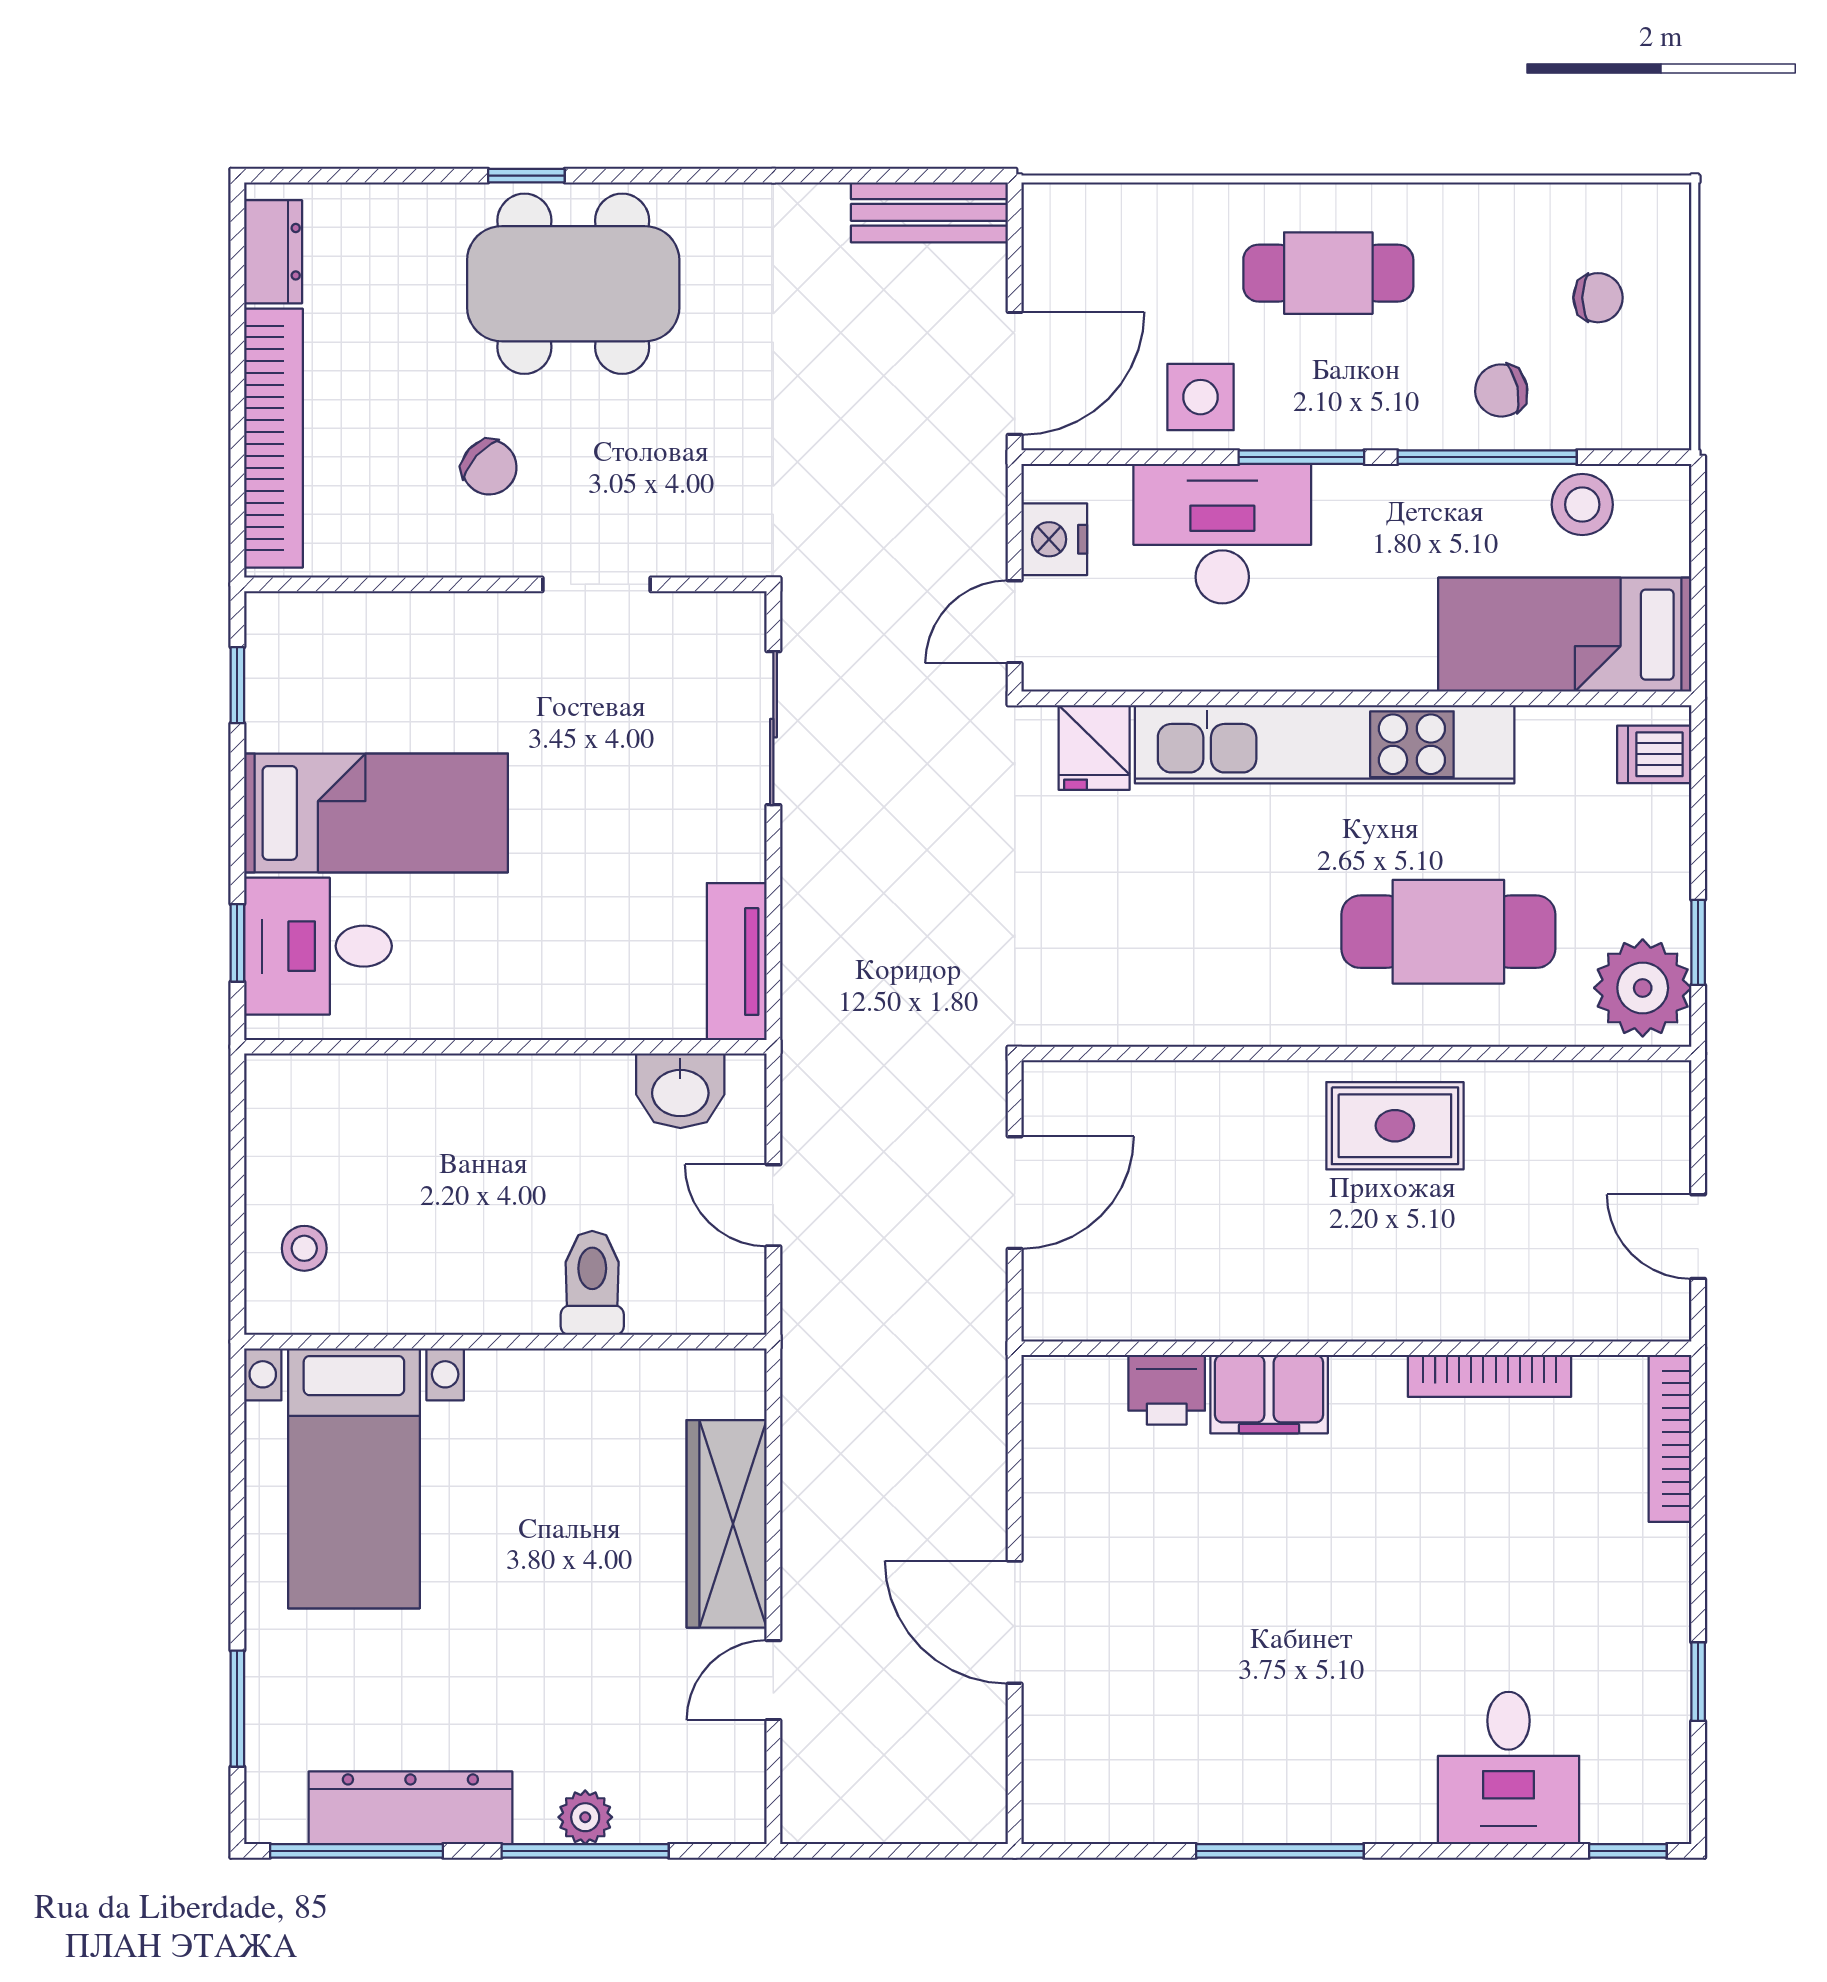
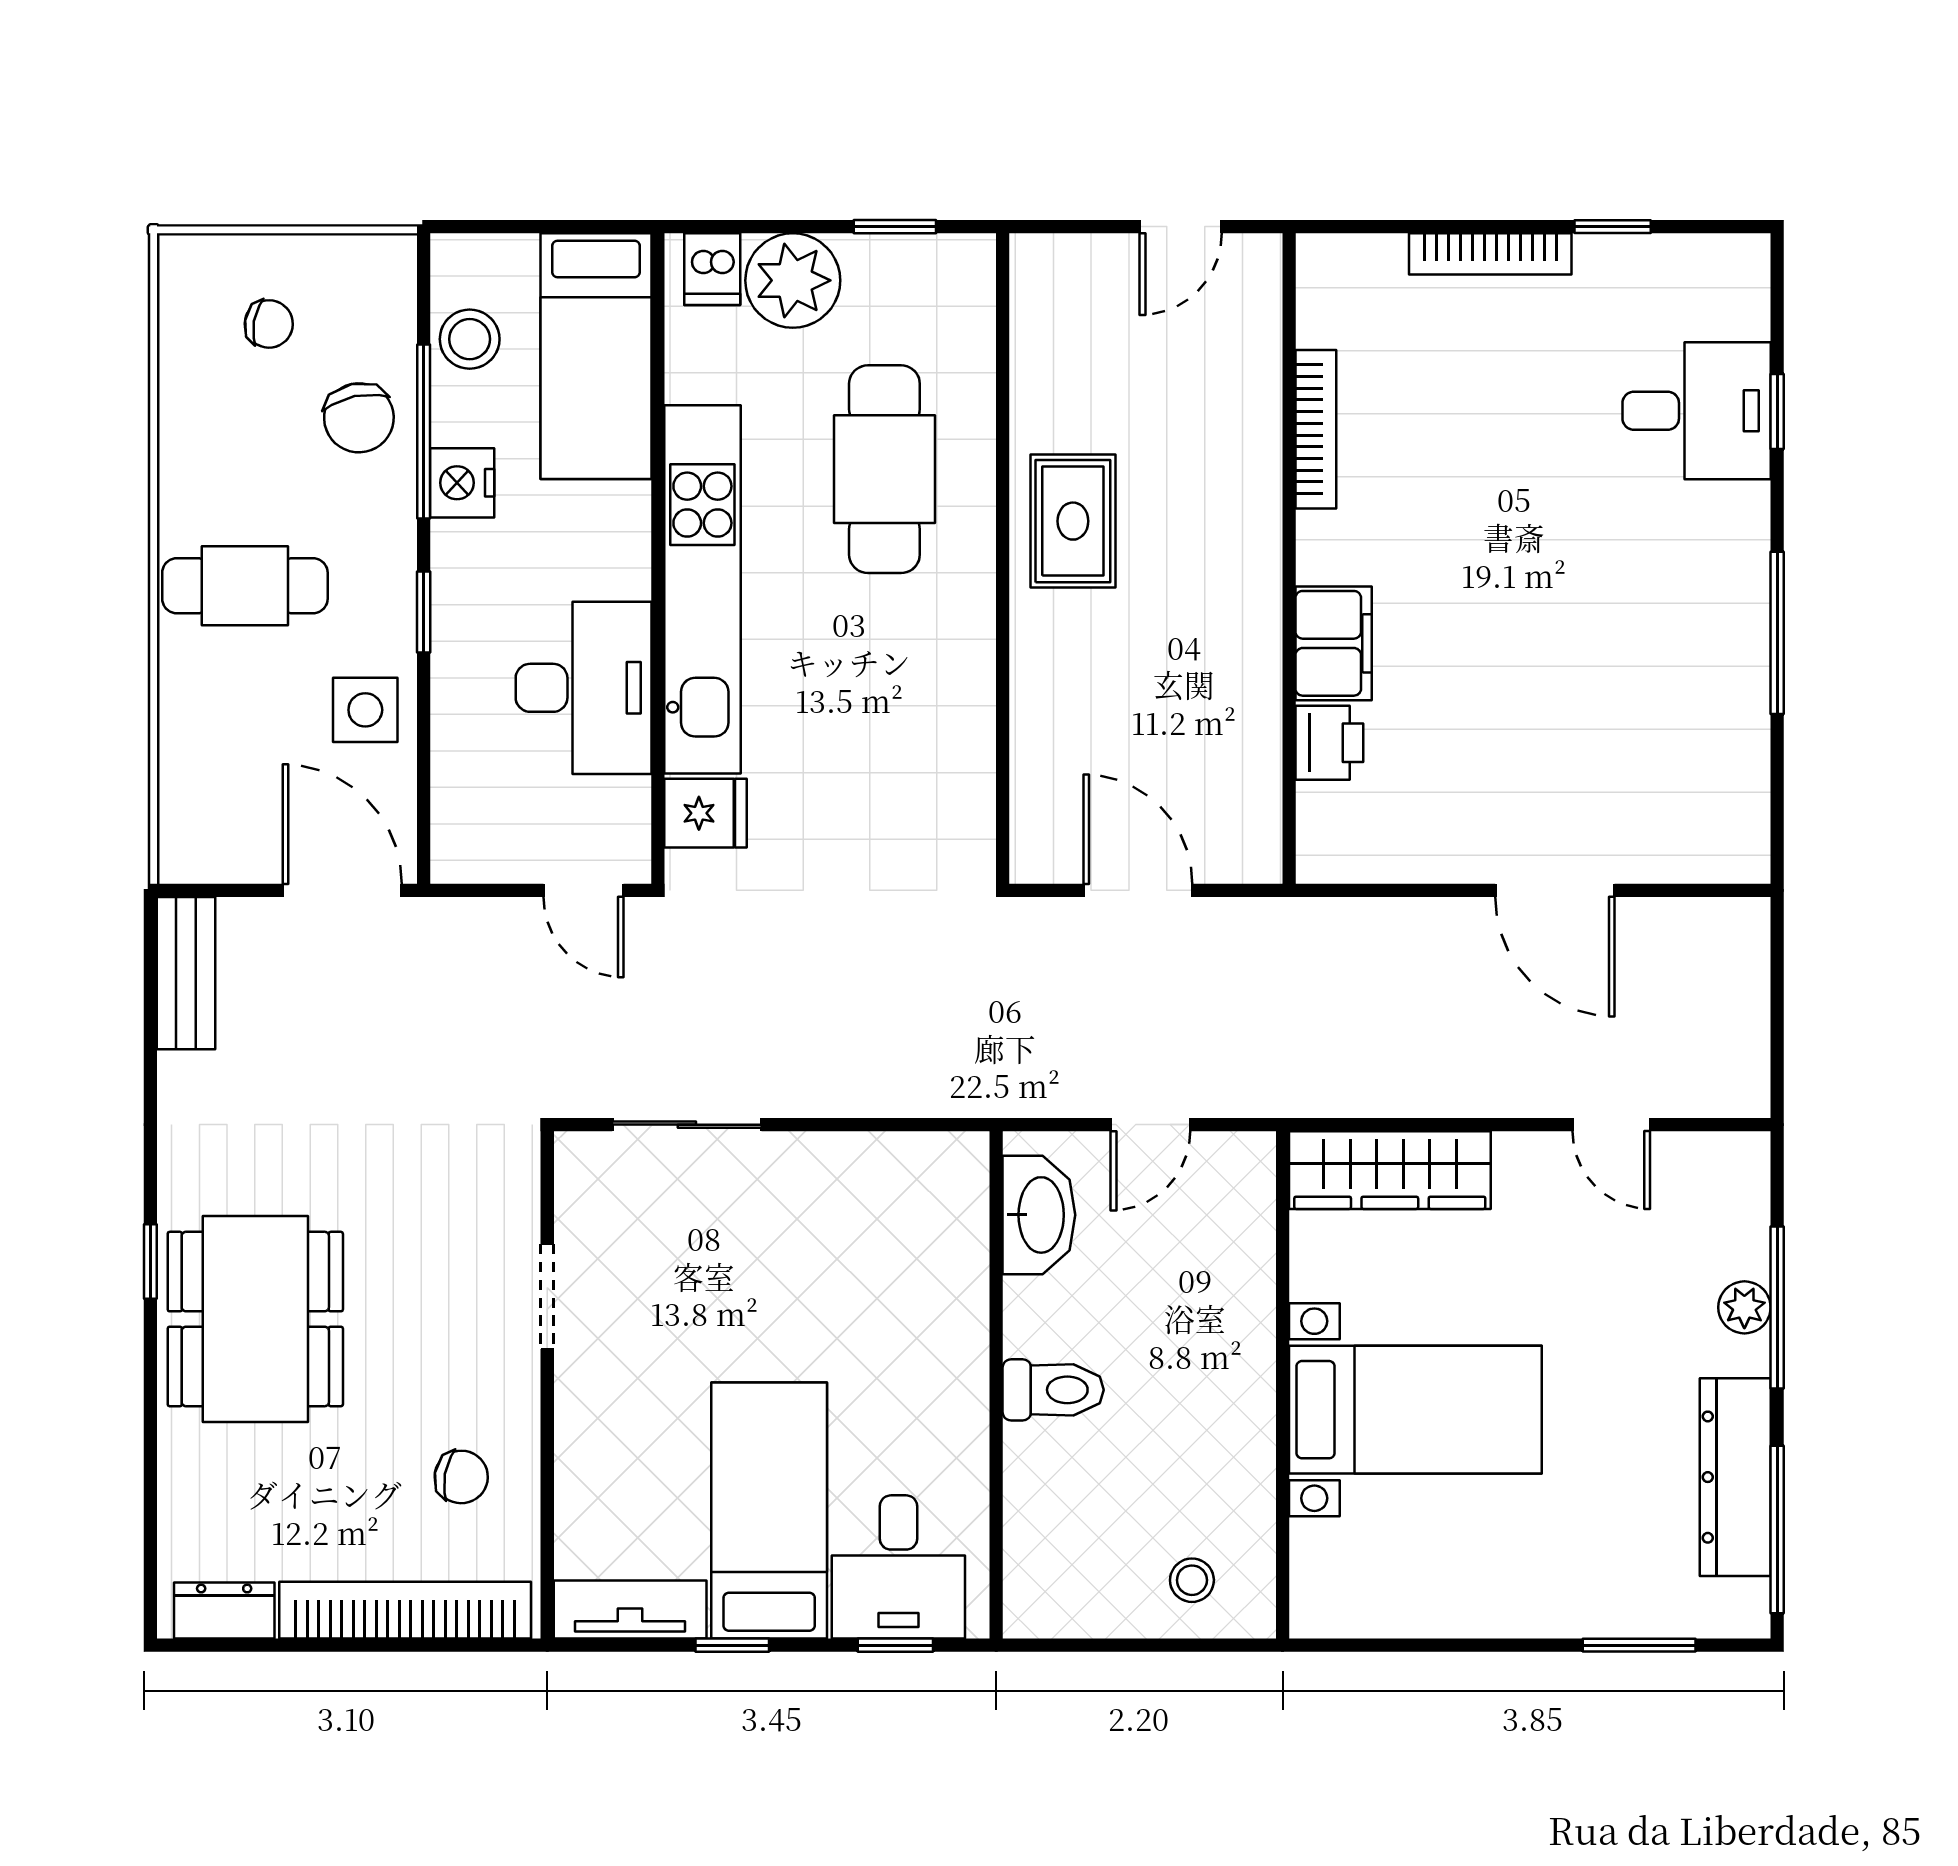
window: (526, 176) -> (150, 1262), moved
cafe table: (1328, 273) -> (245, 586), turned 90
chair: (1598, 298) -> (269, 324), turned 100
chair: (1501, 390) -> (359, 418), width x1.37, depth x1.37
window: (1301, 457) -> (424, 612), width x0.67
chair: (489, 467) -> (461, 1477), moved, turned 58
desk: (1222, 534) -> (584, 688), moved, turned 180
nightstand: (1054, 539) -> (462, 483), moved, turned 90
window: (237, 685) -> (732, 1645), moved
tv unit: (737, 962) -> (630, 1610), moved, turned 180
plant: (1643, 988) -> (793, 280), moved
washbasin: (680, 1091) -> (1039, 1215), width x1.38
toilet: (592, 1283) -> (1053, 1390), moved, turned 180
bookcase: (1670, 1438) -> (1490, 254), moved
bed with nightstands: (354, 1478) -> (1415, 1410), moved
wardrobe: (727, 1524) -> (1390, 1170), moved
door: (1015, 1622) -> (1555, 890), hinge flipped
window: (1628, 1851) -> (1777, 411), moved

